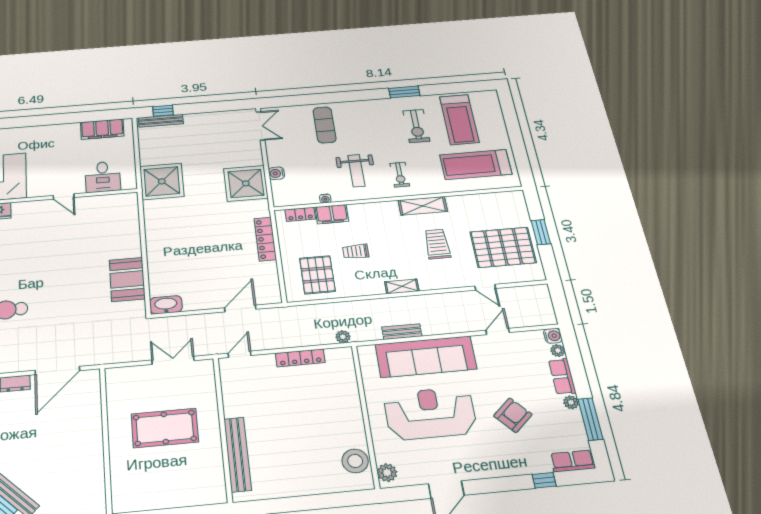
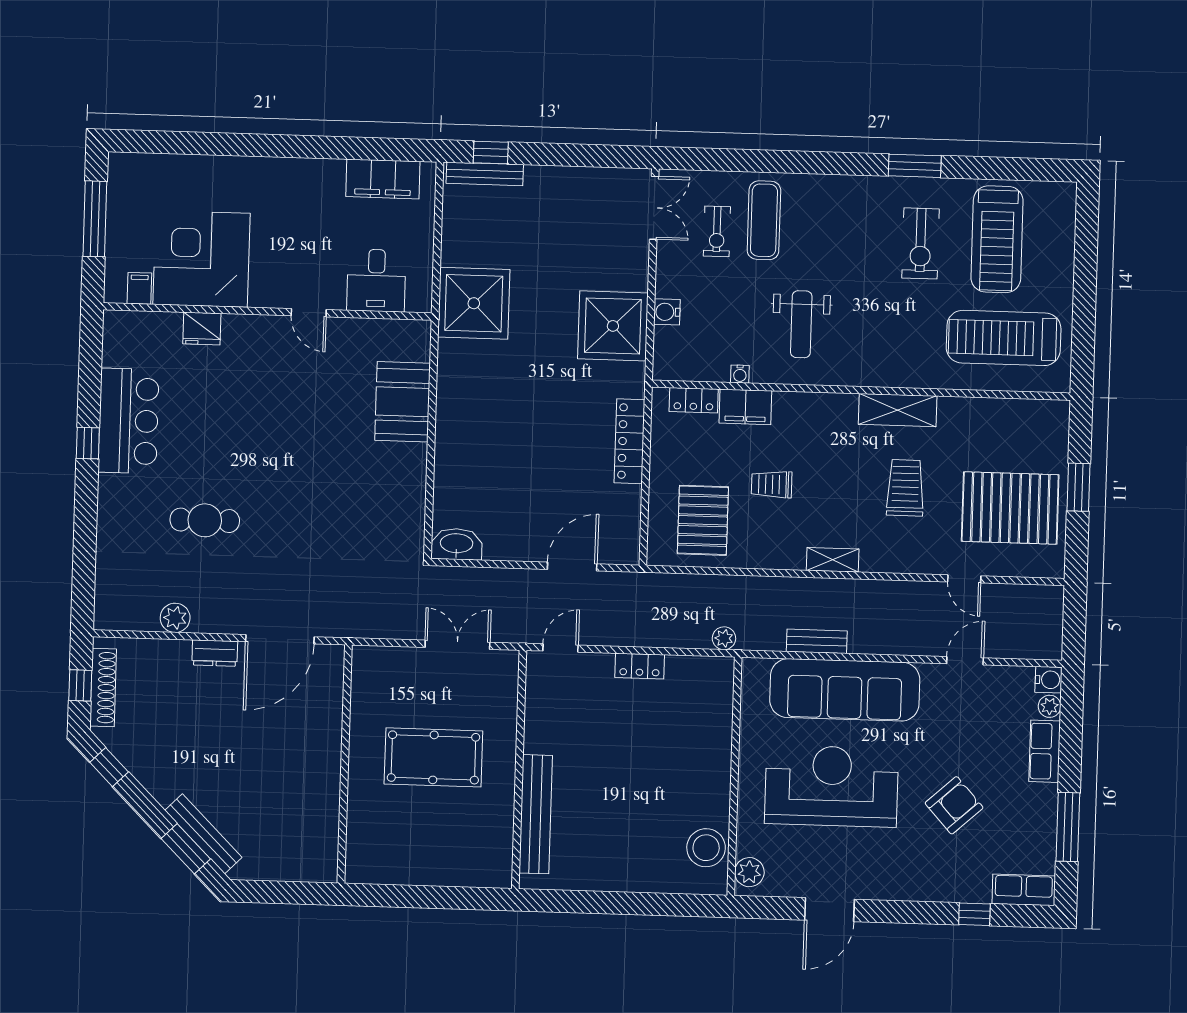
exercise bike: (400, 175) -> (717, 231), moved
booth: (127, 279) -> (403, 402), moved
locker: (300, 358) -> (640, 666), width x0.66
plant: (571, 402) -> (1046, 796), removed

